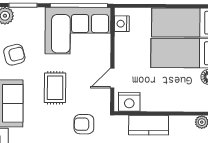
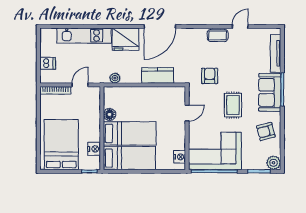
nightstand: (129, 102) -> (173, 94), removed
armchair: (84, 124) -> (210, 76), turned -90

